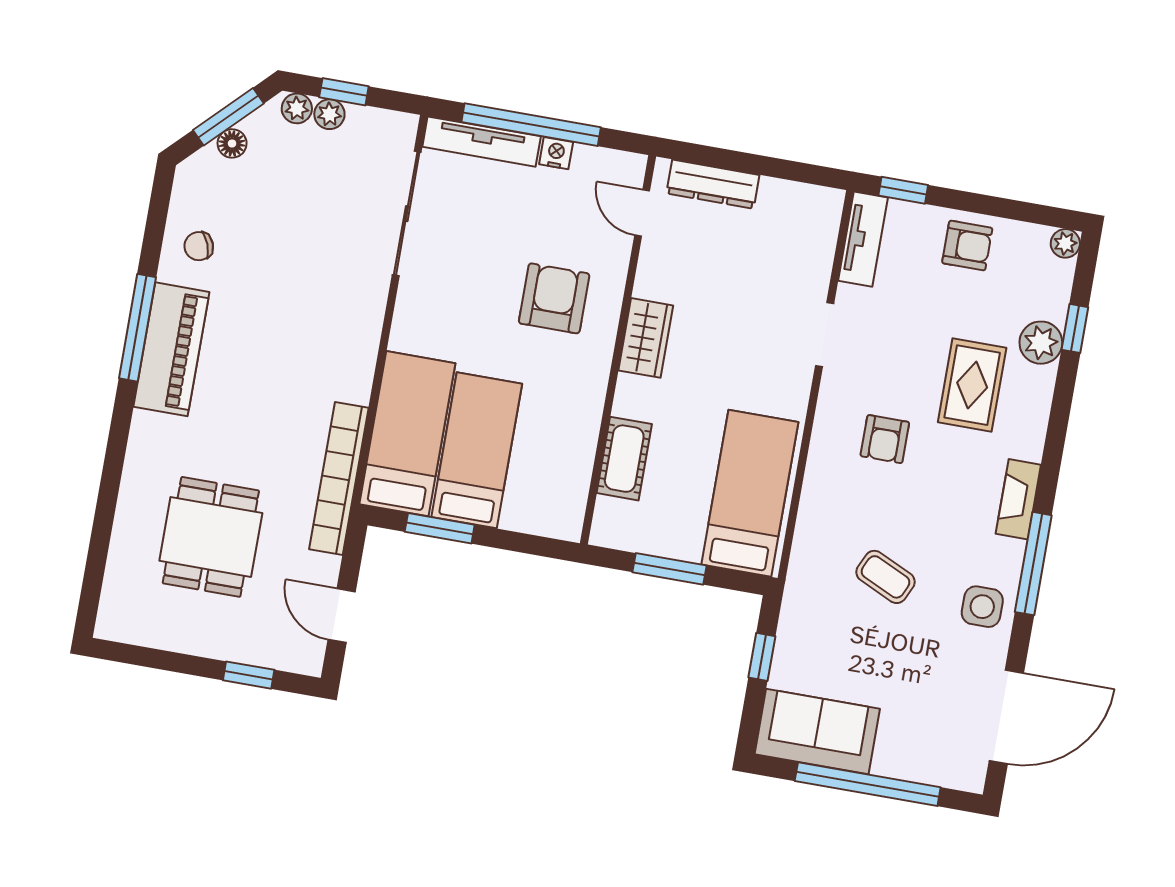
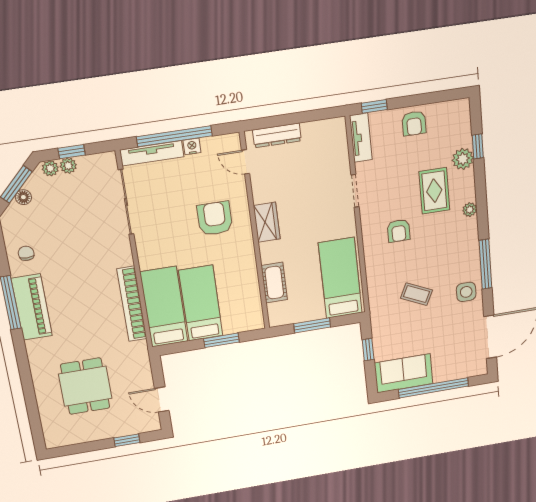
plant: (1065, 243) -> (470, 210), moved
chair: (199, 246) -> (26, 253), turned 111
armchair: (967, 246) -> (414, 123), turned 90
bookcase: (339, 479) -> (132, 304), moved
fireplace: (1018, 499) -> (471, 237), removed
window: (440, 528) -> (221, 340), moved

